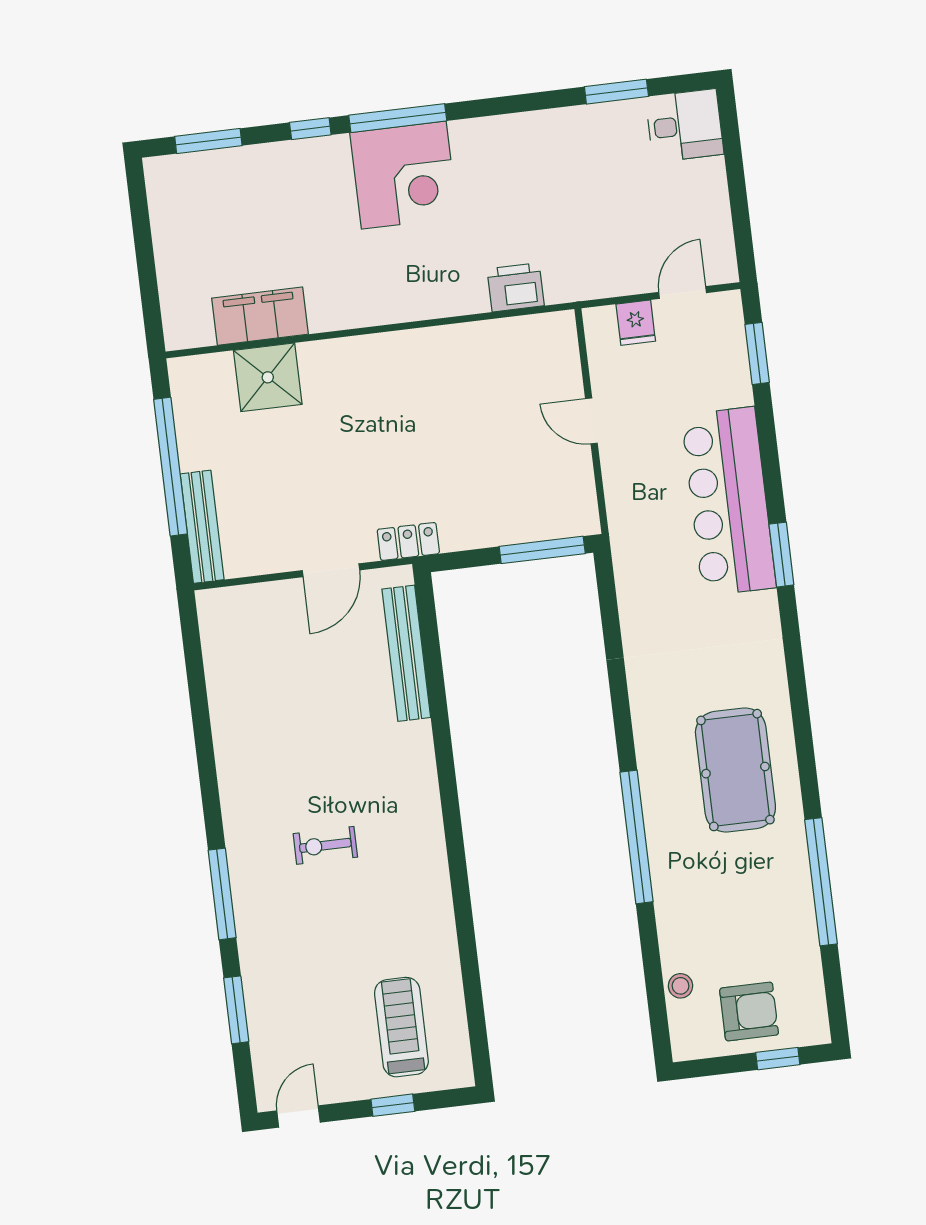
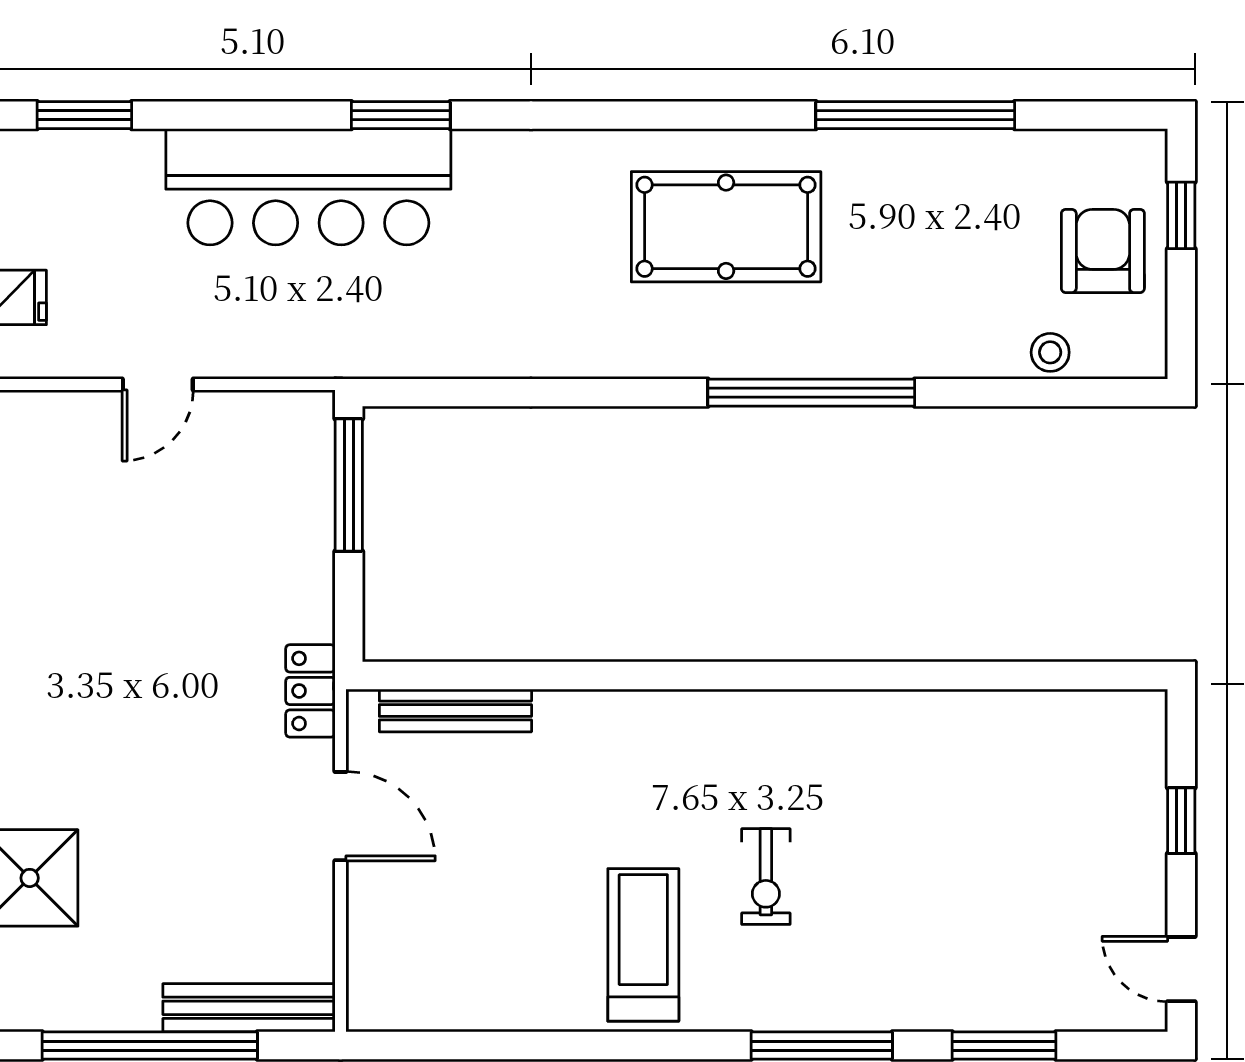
bench: (406, 653) -> (455, 710), width x0.73, depth x0.82
treadmill: (401, 1027) -> (643, 945), moved, turned 90

